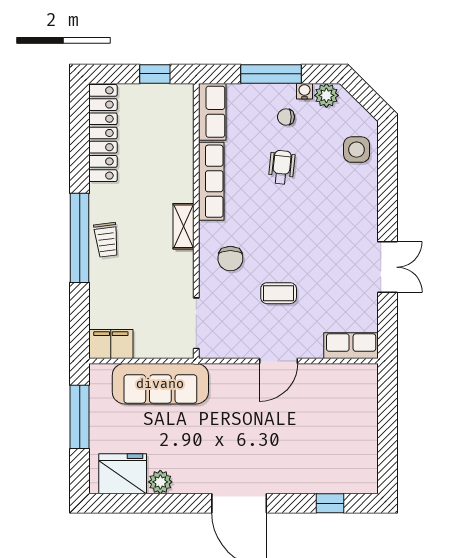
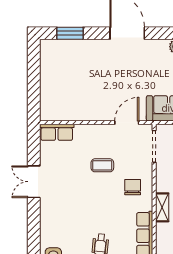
door: (279, 361) -> (127, 123), moved
window: (330, 503) -> (70, 33), width x1.50

